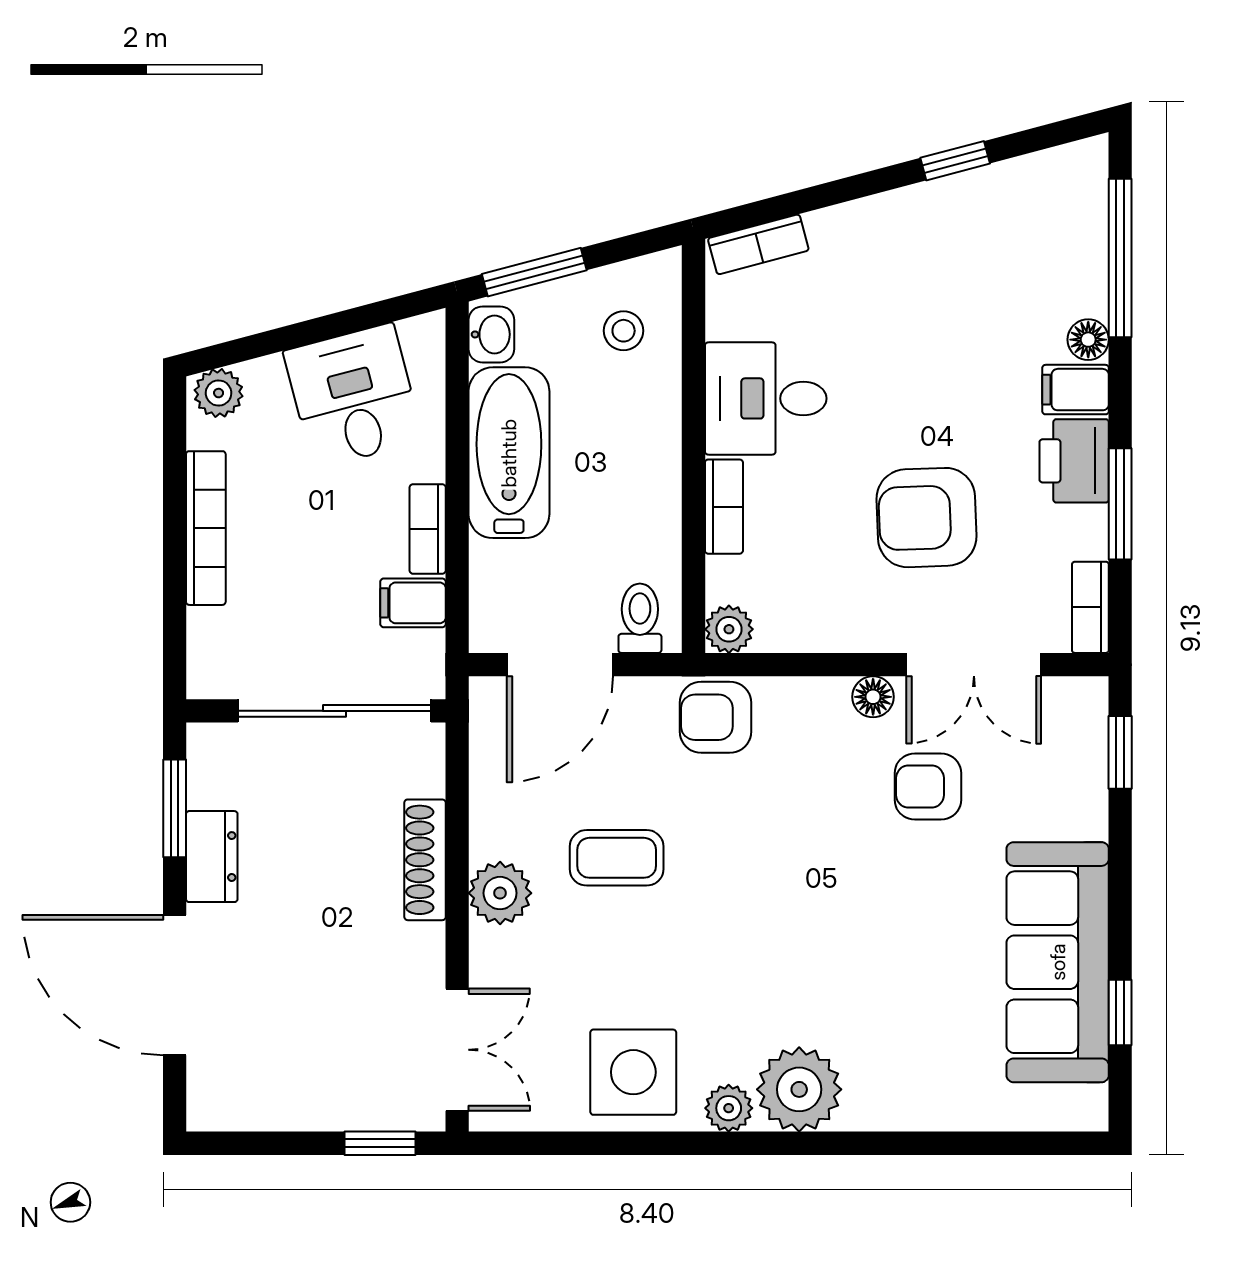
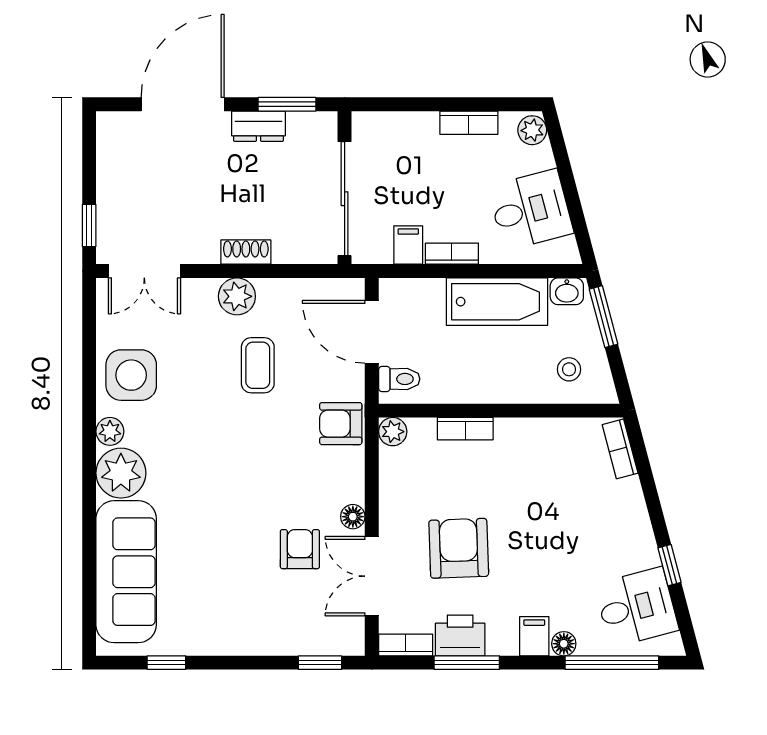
desk: (766, 398) -> (636, 607), moved, turned 75
printer: (1074, 461) -> (460, 635), moved
bookcase: (206, 528) -> (469, 123), width x0.64
armchair: (715, 717) -> (341, 424), turned -90
shoe rack: (425, 860) -> (246, 252), width x0.70
sofa: (1058, 962) -> (126, 572), moved, turned 90

